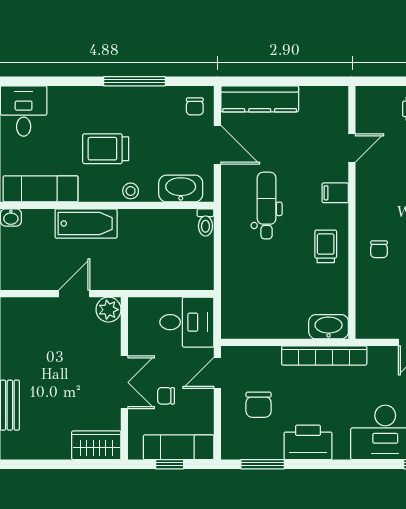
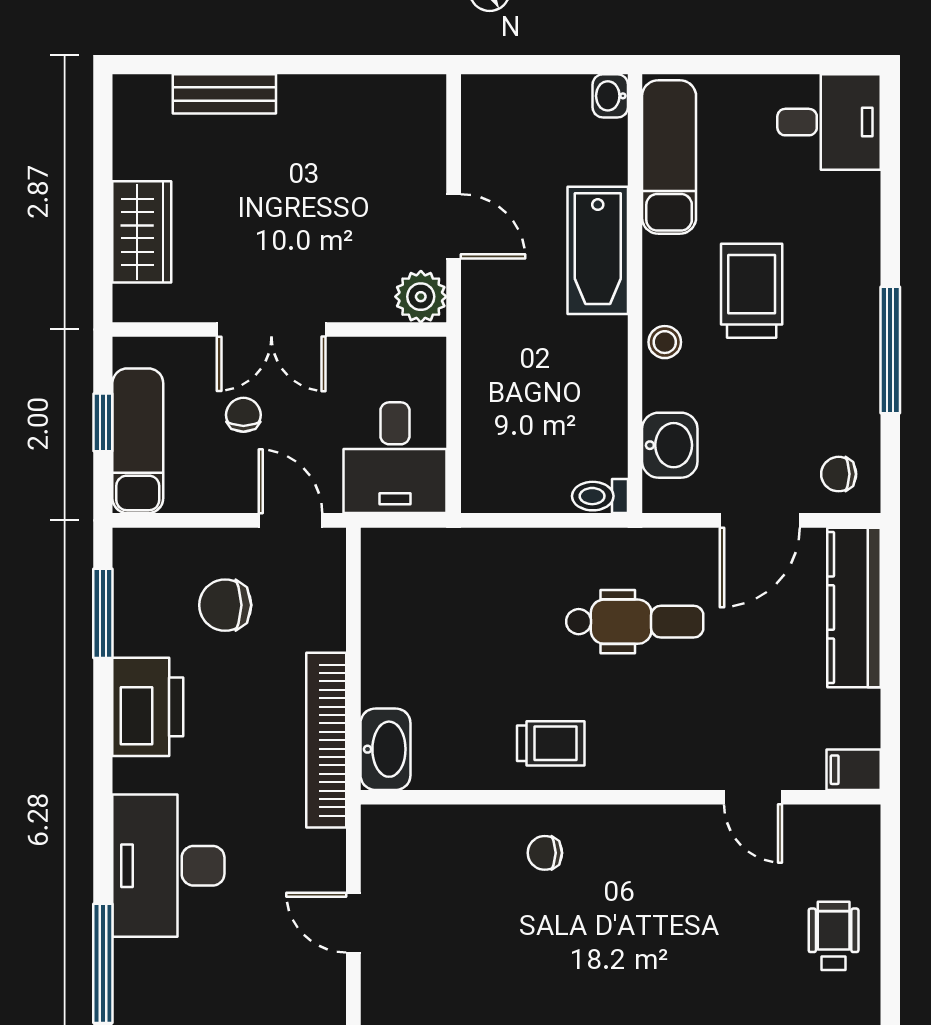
washbasin: (181, 189) -> (670, 445), width x0.72
filing cabinet: (335, 193) -> (854, 770), moved, turned -90
wardrobe: (96, 445) -> (142, 232), moved

